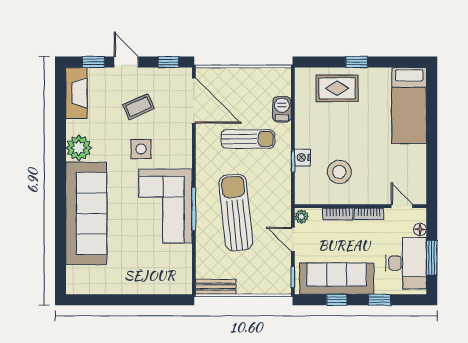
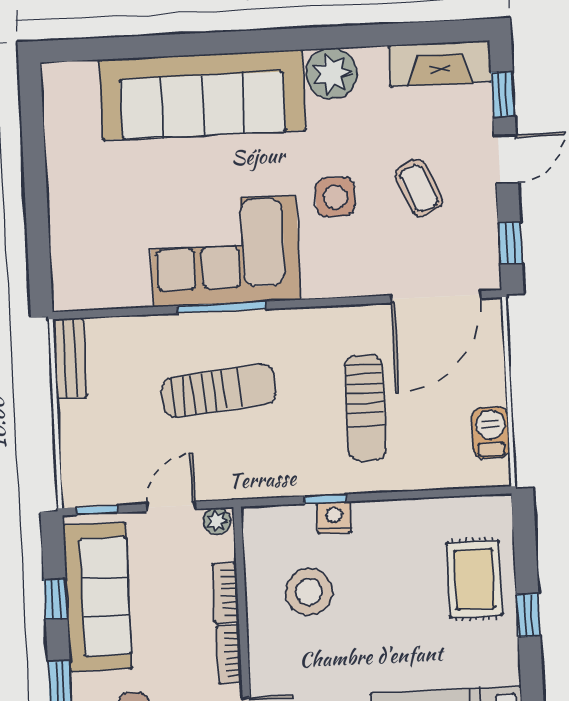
barbecue: (282, 109) -> (491, 433), moved, turned -90
sun lounger: (236, 212) -> (219, 391), width x0.73, depth x0.75

